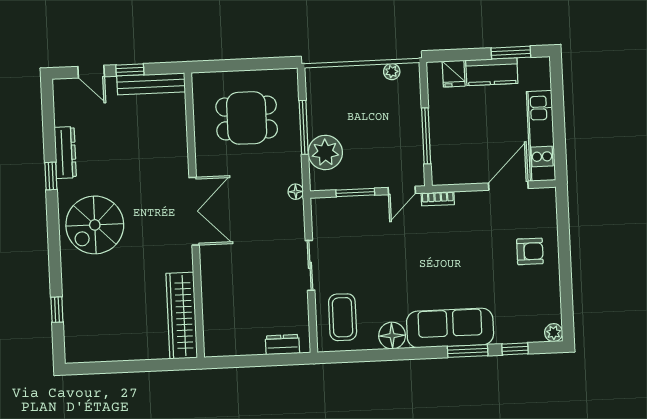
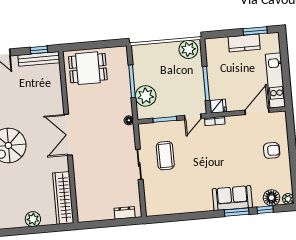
window: (130, 70) -> (39, 50), moved
plant: (392, 72) -> (188, 49), width x1.88, depth x1.88
fridge: (454, 74) -> (218, 106), moved, turned -90
dining table: (247, 118) -> (88, 68), moved
double door: (194, 211) -> (68, 135), swing flipped
coffee table: (343, 317) -> (165, 156), moved
sofa: (450, 328) -> (232, 198), width x0.73
floor lamp: (392, 336) -> (272, 198), moved
plant: (130, 348) -> (33, 219), added

